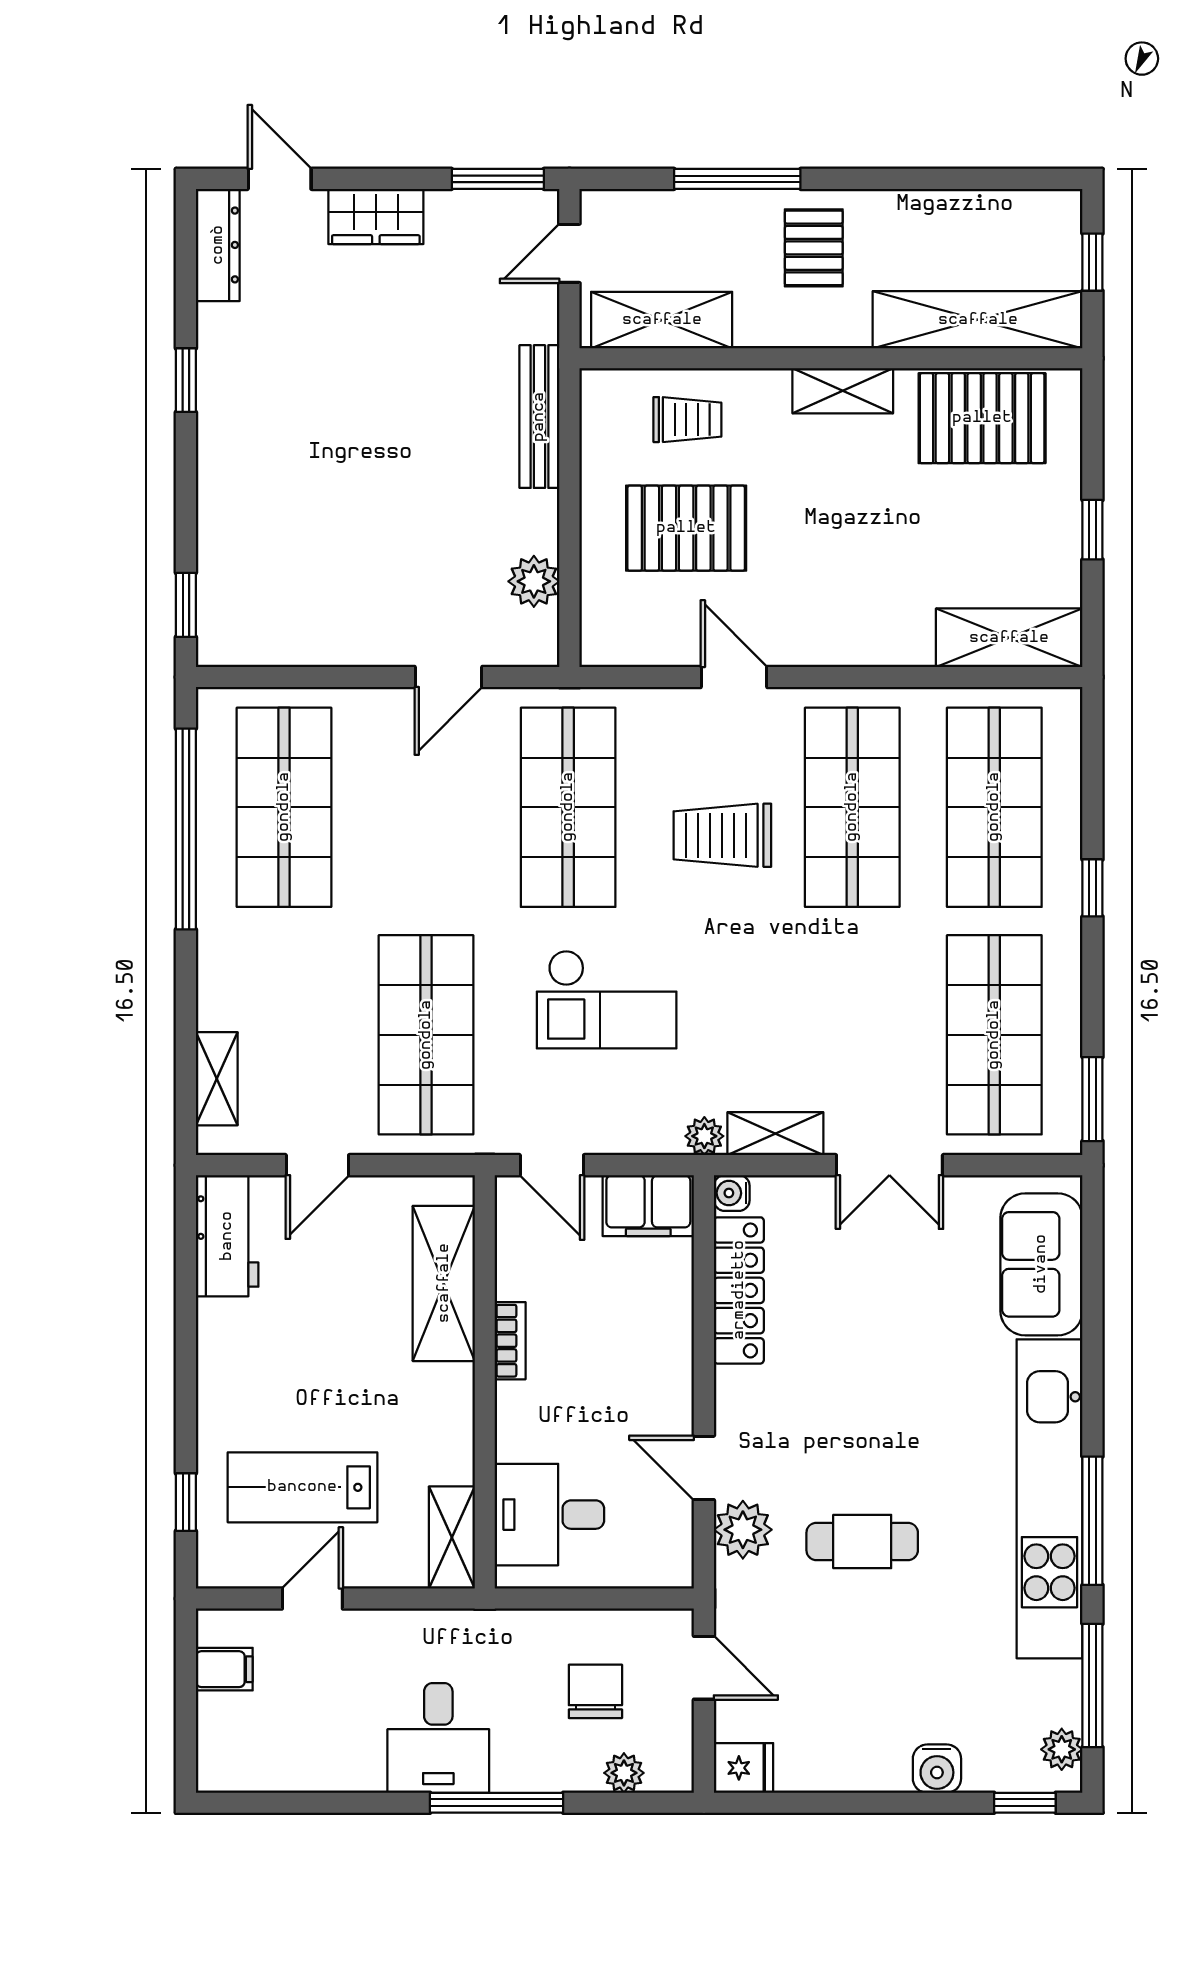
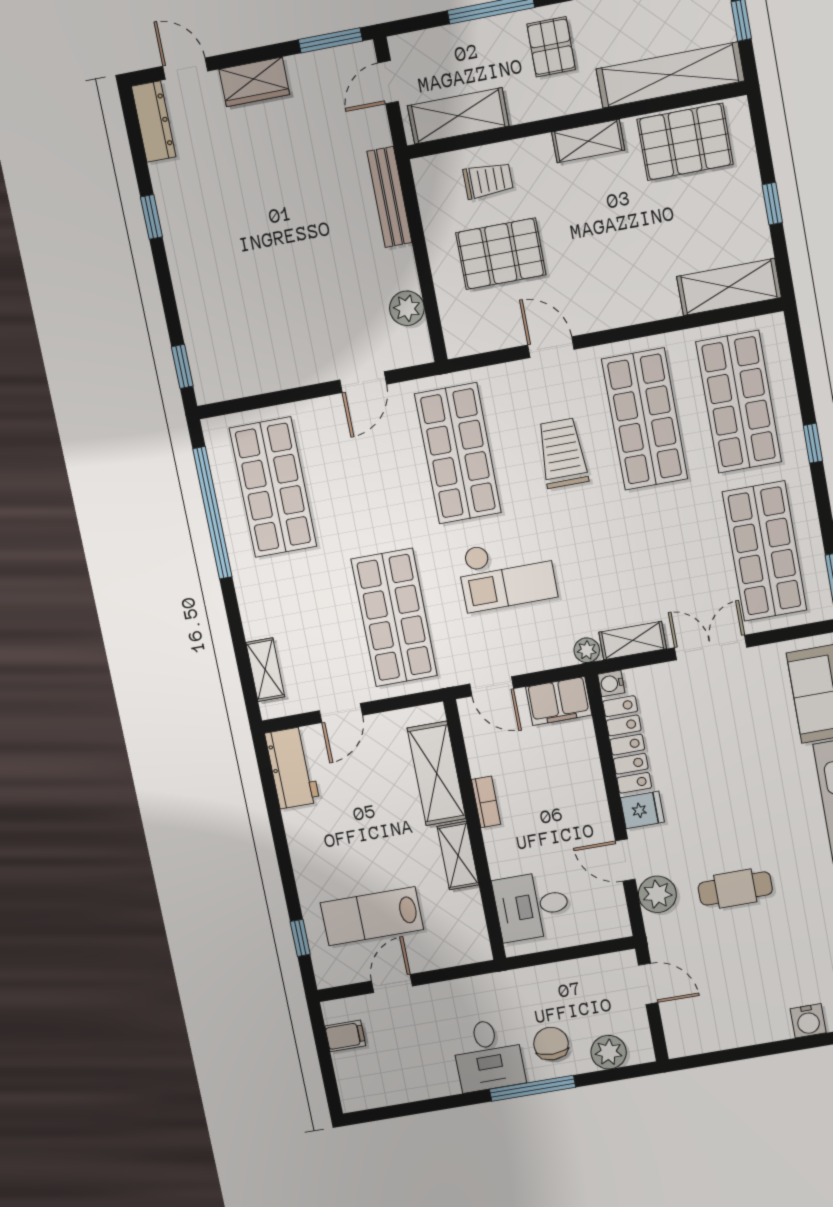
trolley: (722, 835) -> (562, 453), turned 90
double door: (889, 1165) -> (711, 647), swing flipped
shelving: (452, 1537) -> (458, 856), moved
chair: (595, 1691) -> (551, 1044), moved
fridge: (744, 1768) -> (642, 810), moved
plant: (624, 1773) -> (609, 1052), width x1.38, depth x1.38

